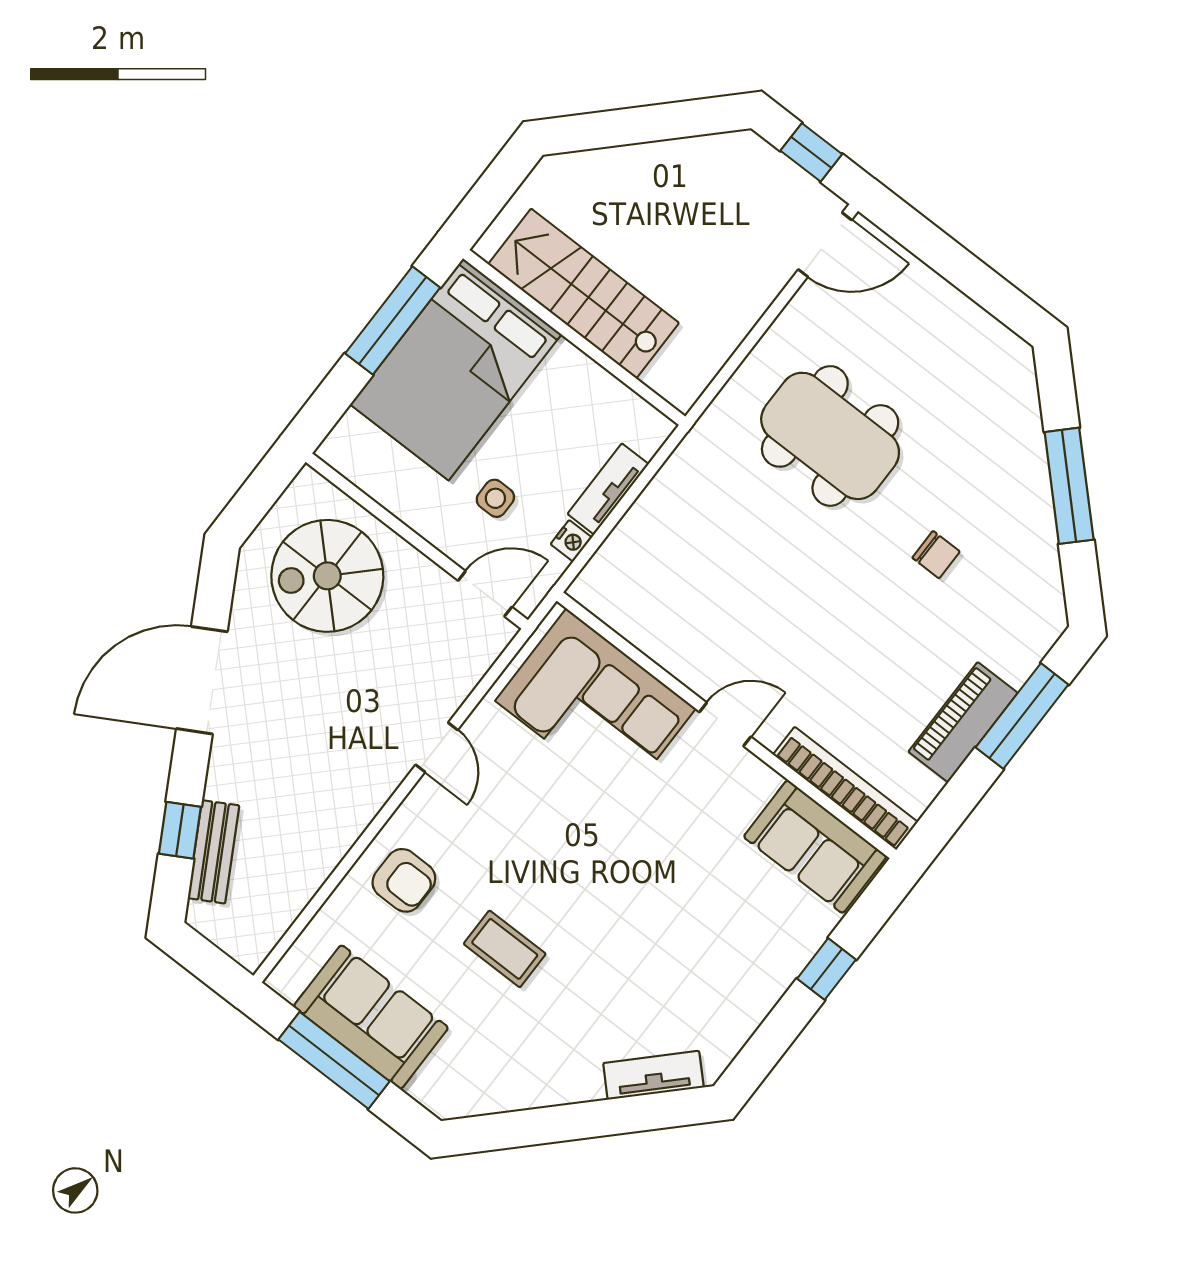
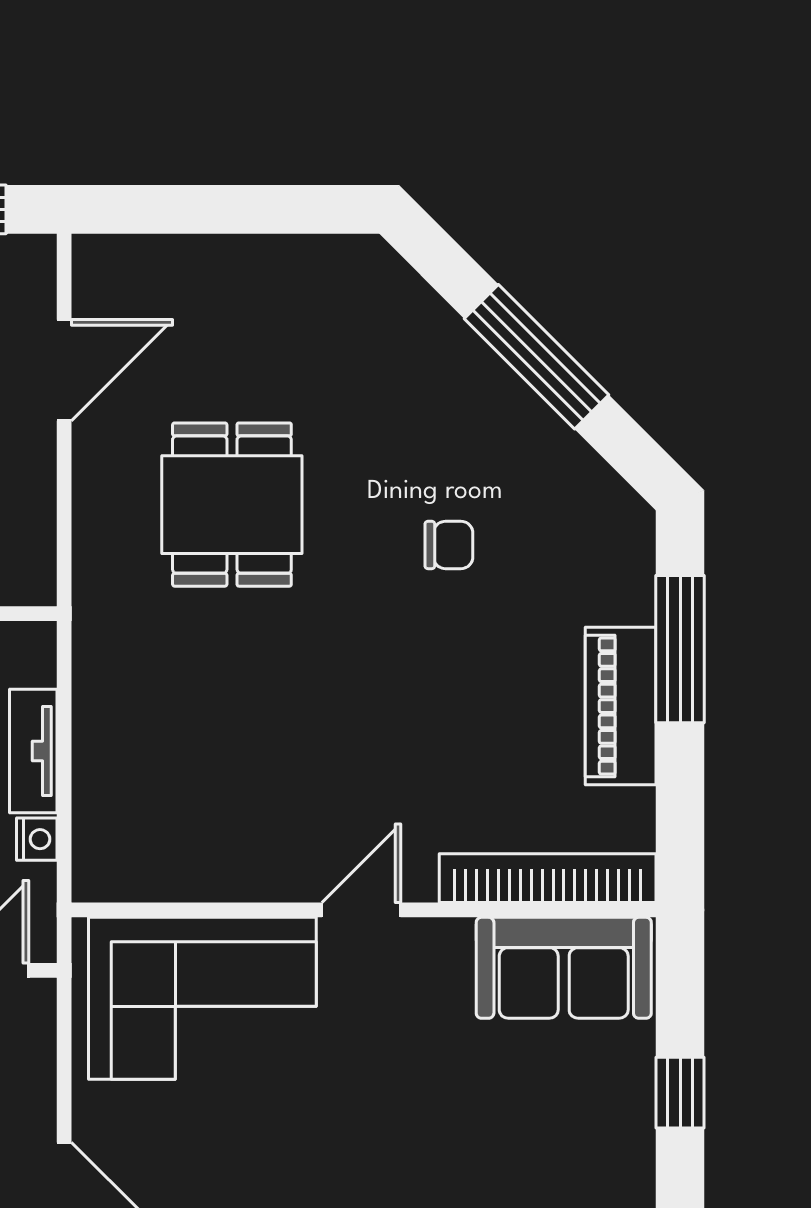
door: (825, 245) -> (64, 370), moved
dining table: (830, 436) -> (232, 505), width x0.73

